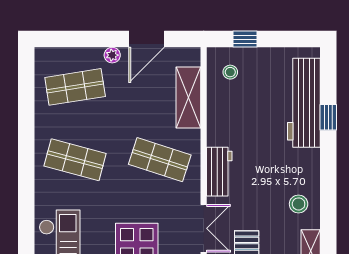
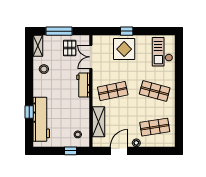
shop shelf: (160, 160) -> (113, 91), turned -30

